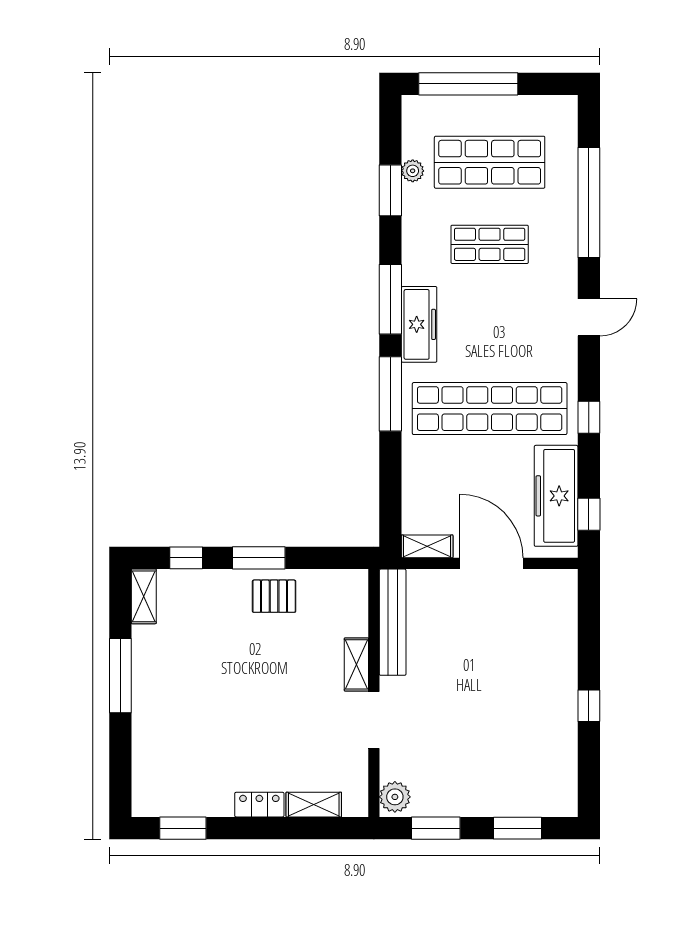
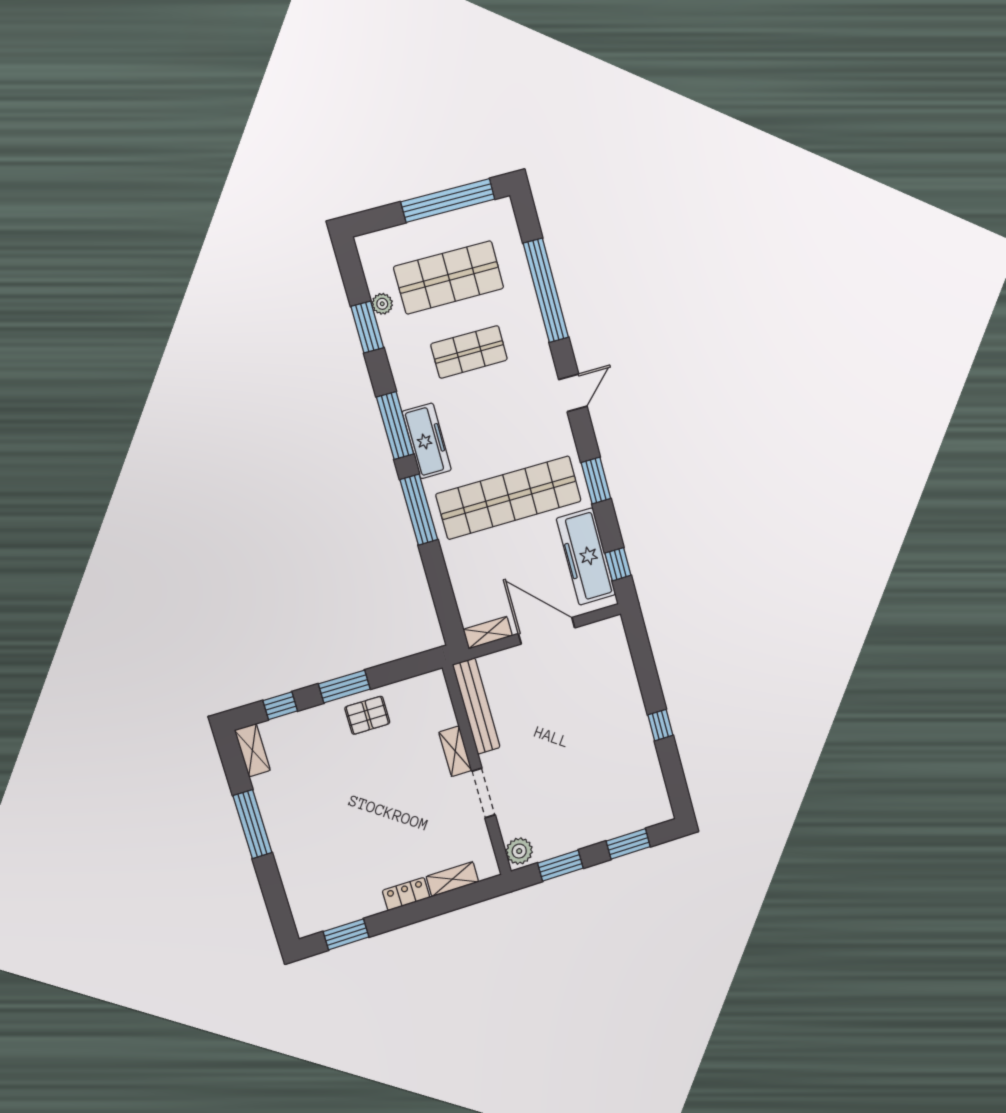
window: (468, 84) -> (448, 200), moved
window: (589, 417) -> (596, 481), width x1.50

